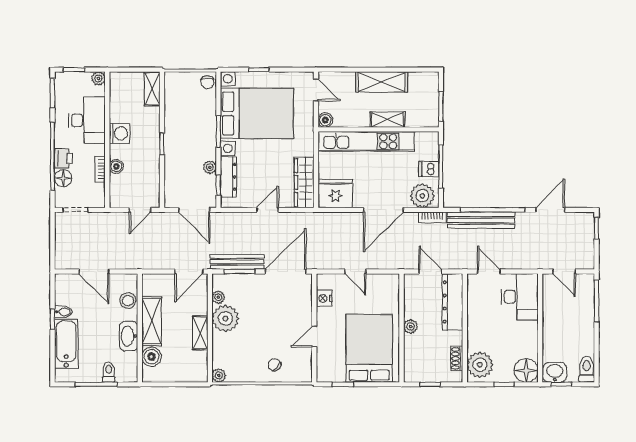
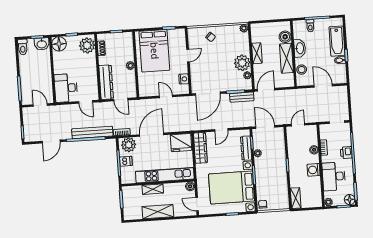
floor lamp: (63, 178) -> (350, 200), moved
bench: (237, 262) -> (242, 97), width x0.73

